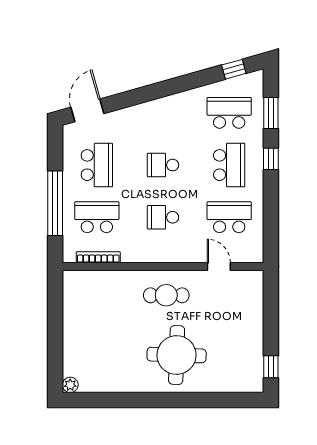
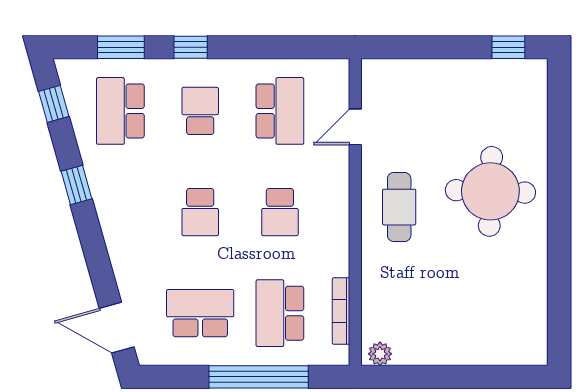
window: (181, 84) -> (77, 185), added
school desk: (229, 165) -> (200, 111), width x0.54
school desk: (229, 217) -> (280, 111), turned 180
plant: (70, 385) -> (380, 354), moved

